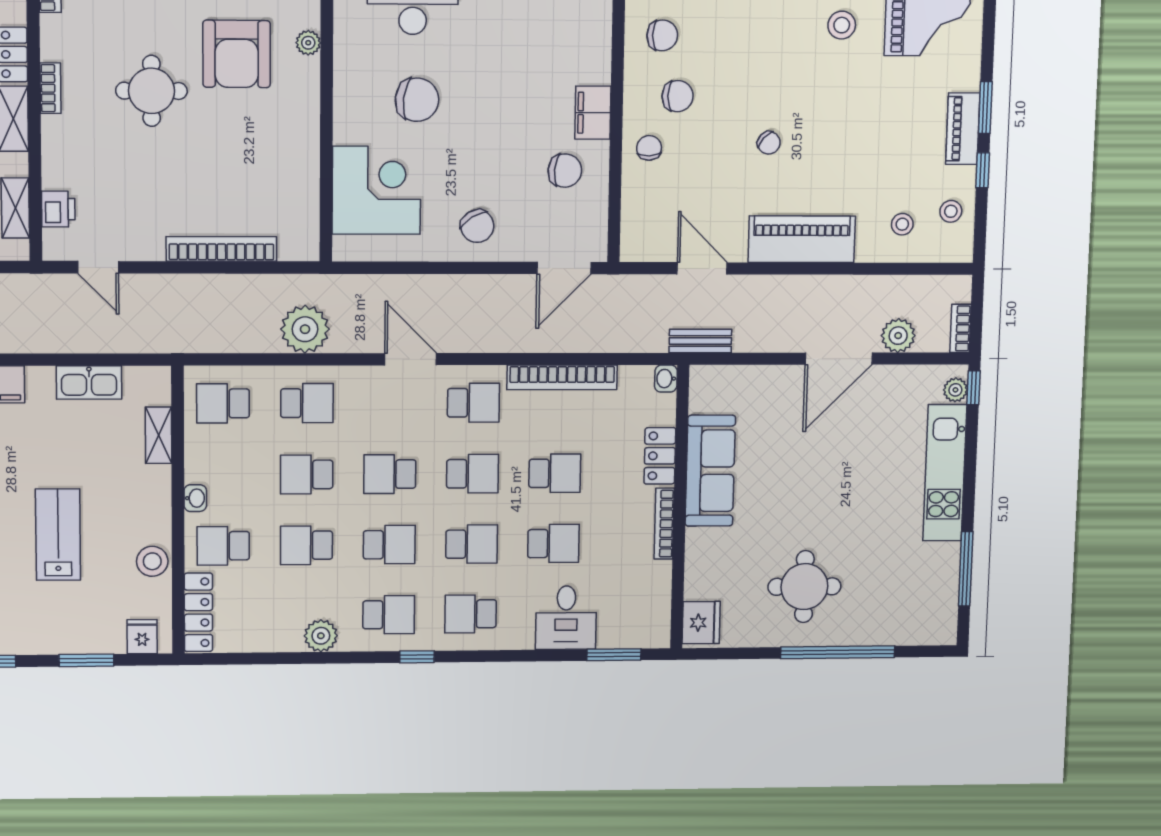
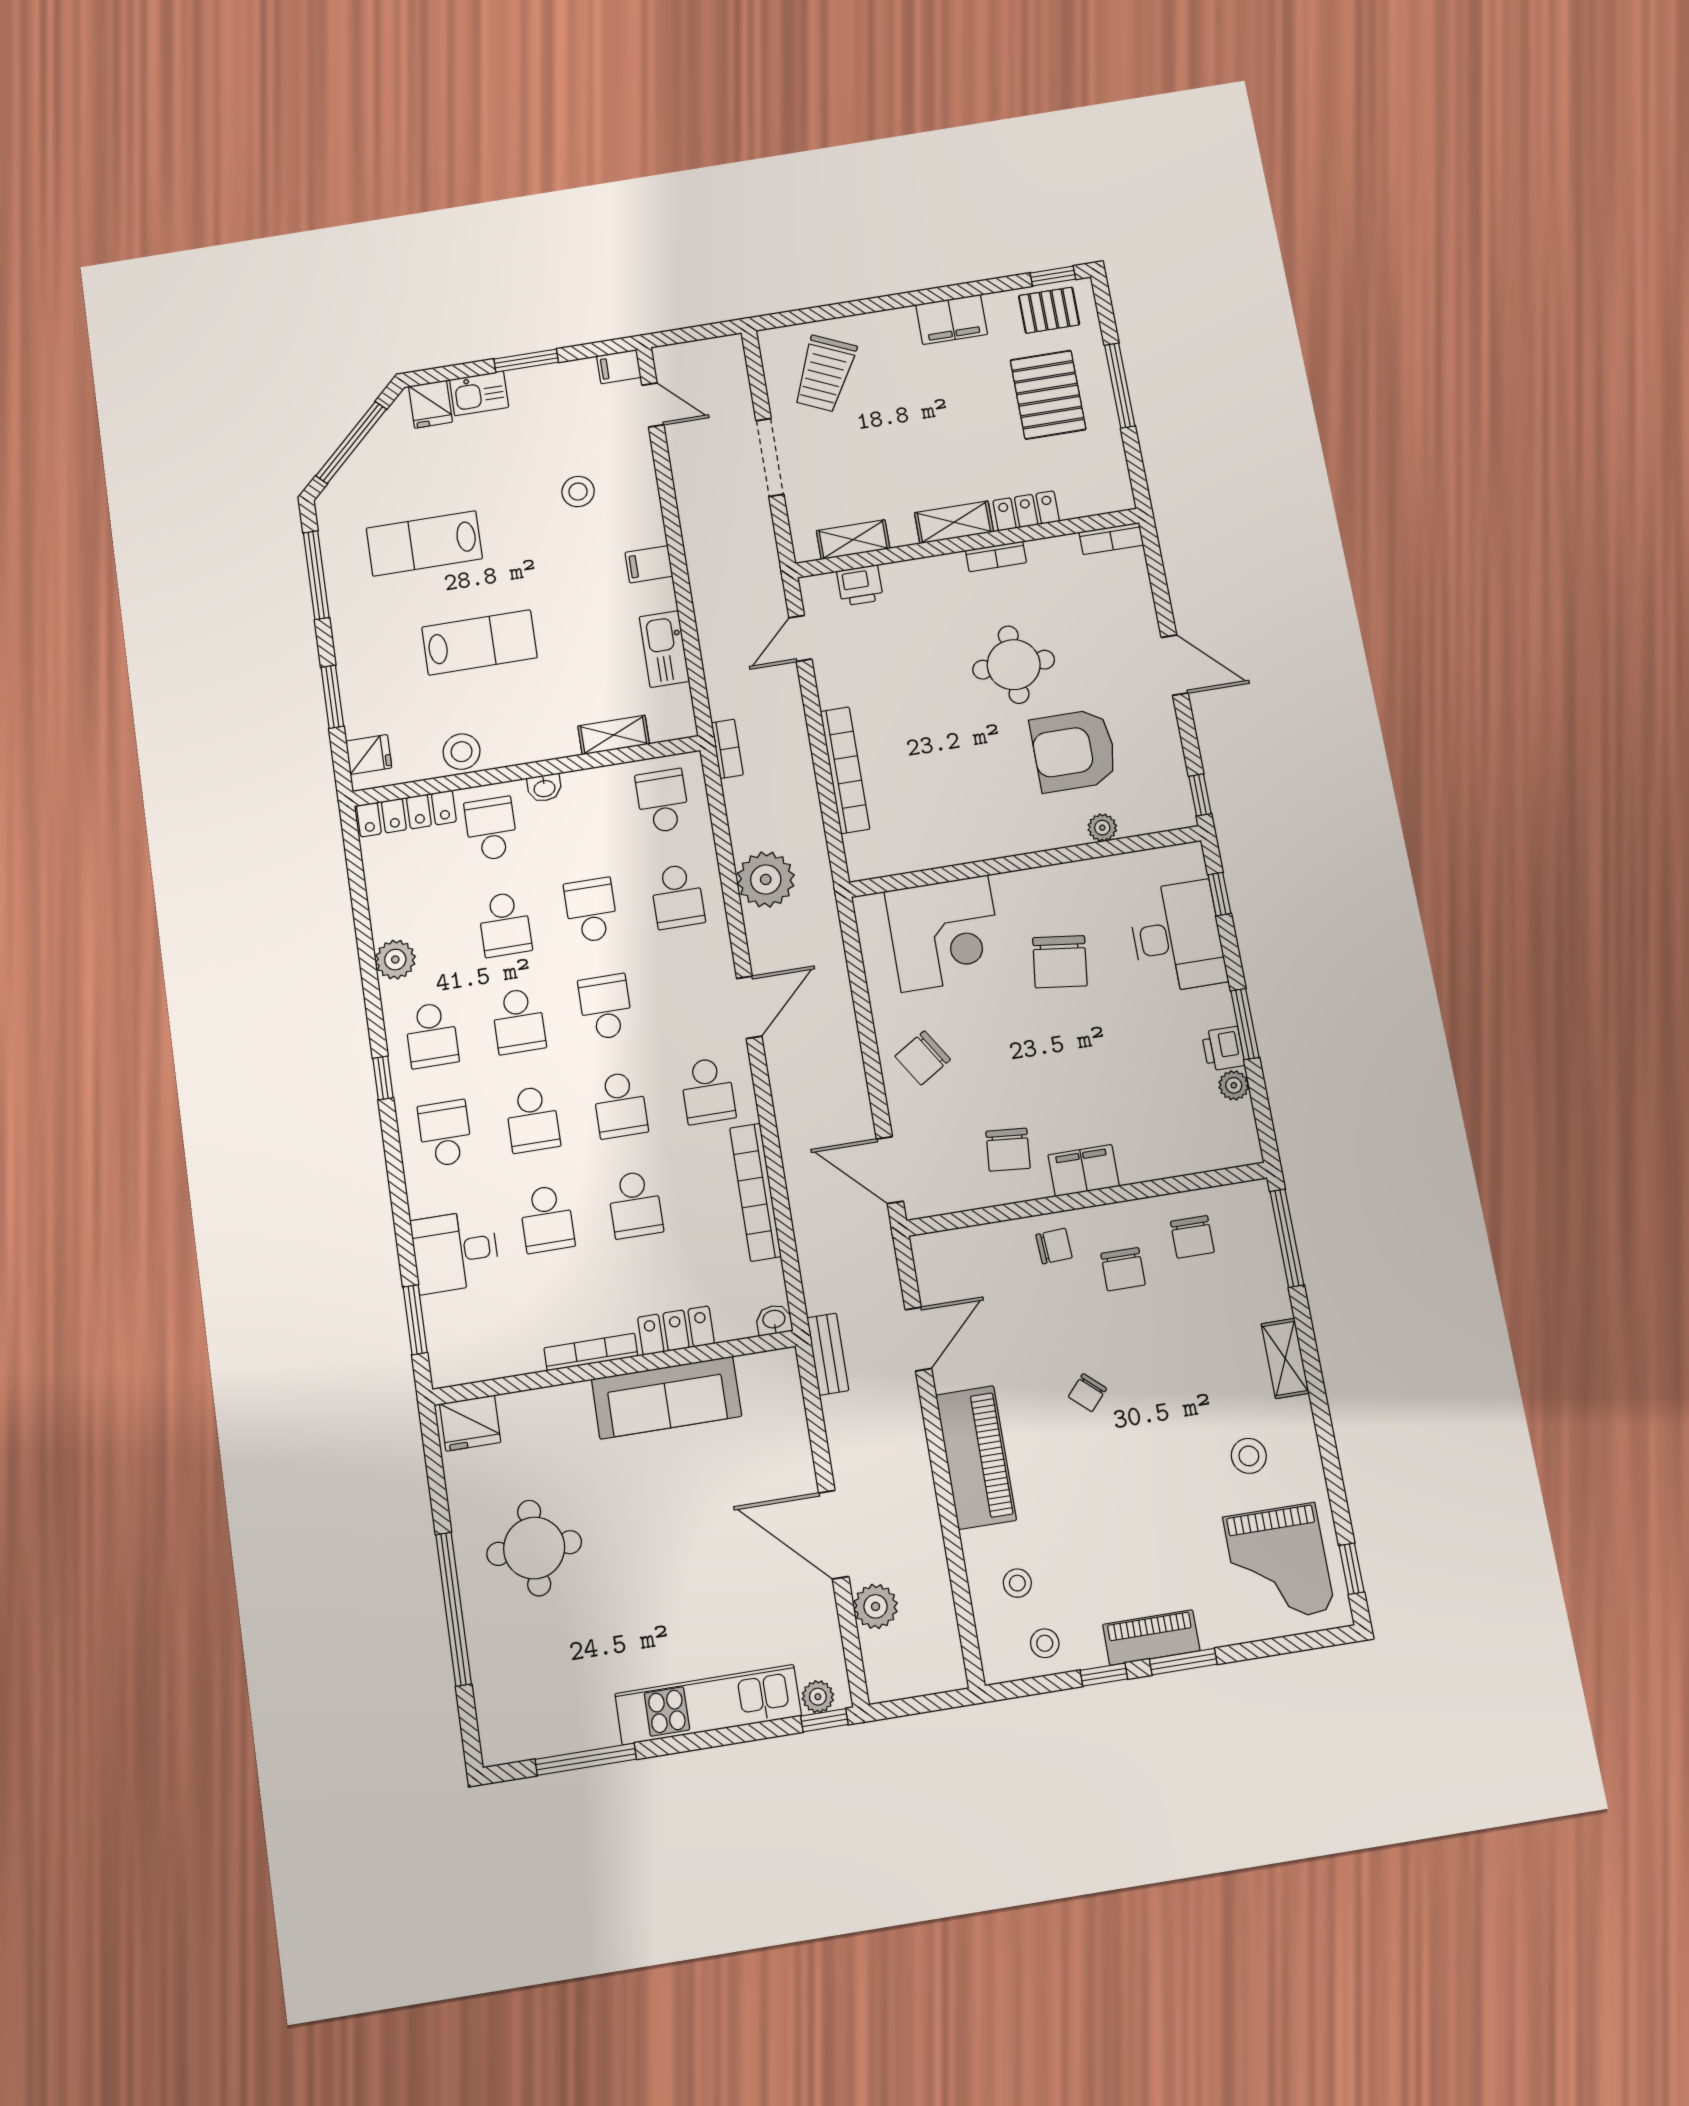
bookcase: (960, 328) -> (727, 749), moved, turned 90
school desk: (306, 545) -> (505, 924), turned 180

